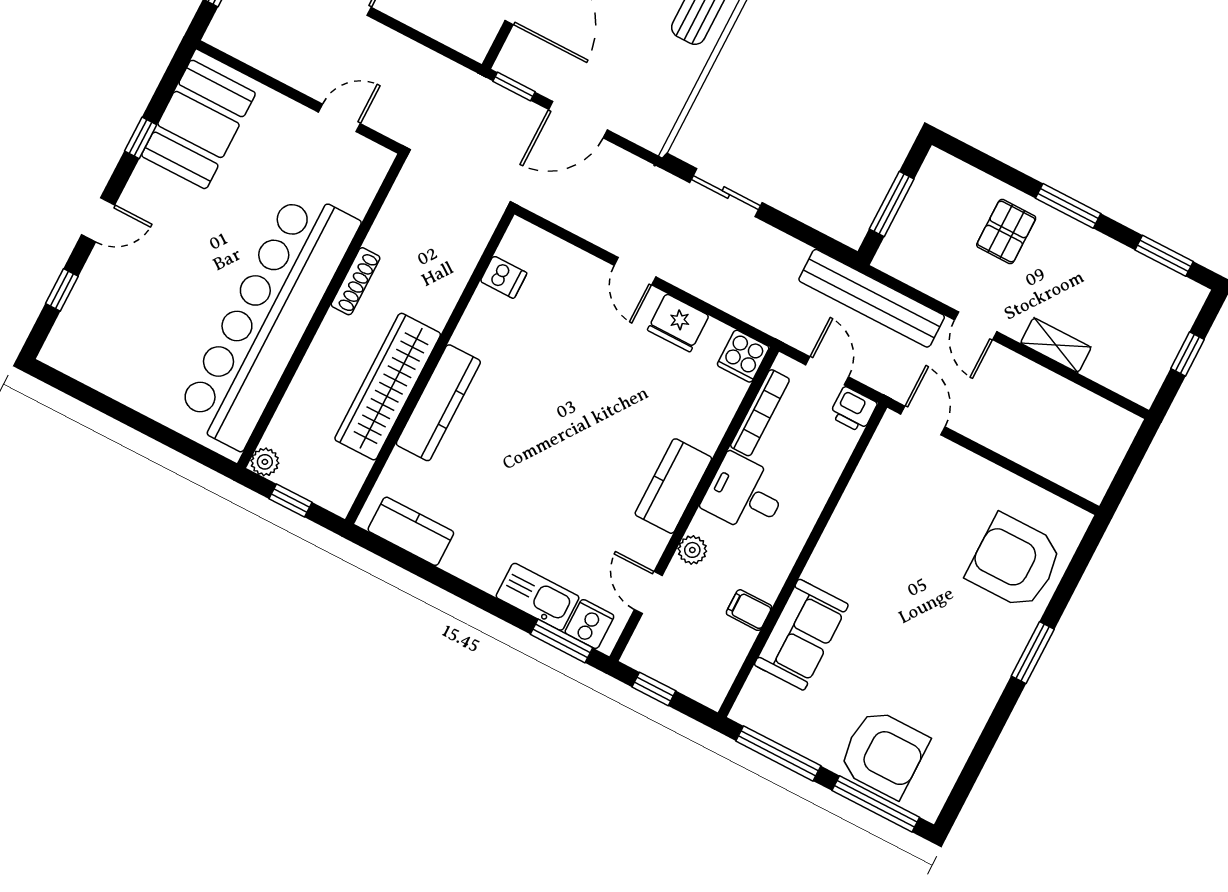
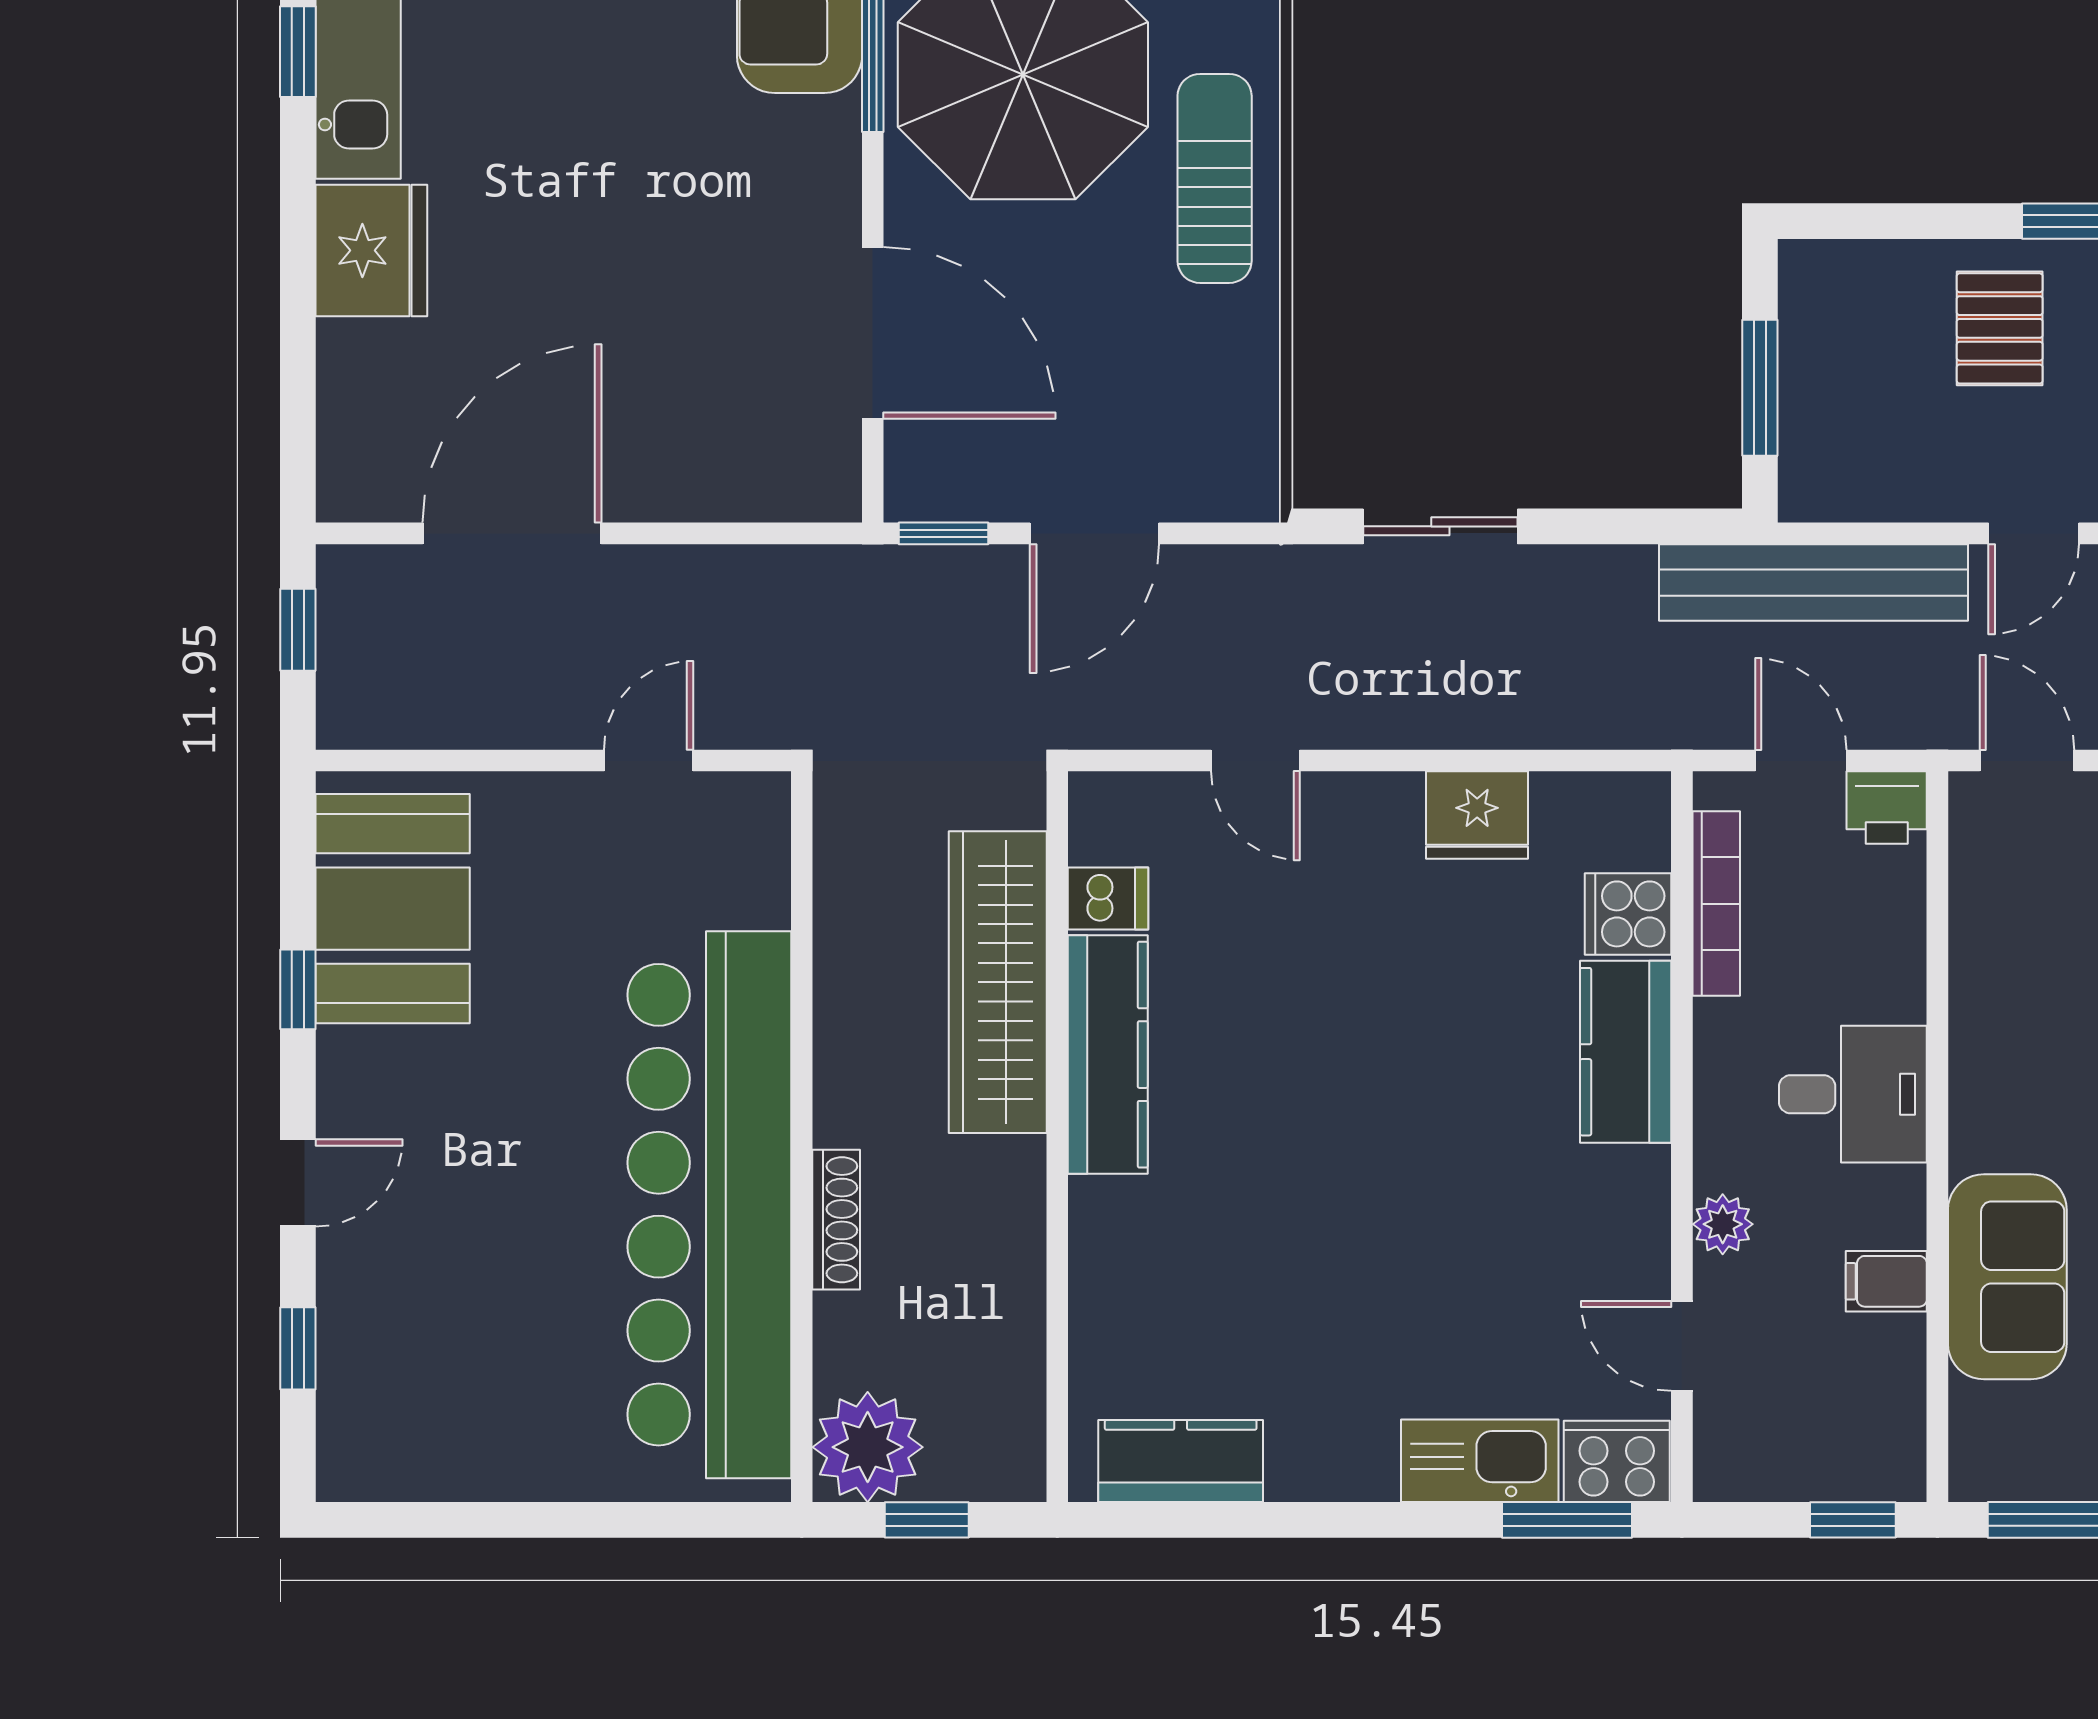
door: (635, 271) -> (1255, 761), moved
shoe rack: (355, 281) -> (836, 1220), moved
door: (976, 326) -> (2034, 533), hinge flipped
cooker: (743, 356) -> (1628, 914), moved, turned 90
wardrobe: (388, 387) -> (998, 982), moved
kitchen counter: (438, 403) -> (1108, 1055), moved
plant: (265, 462) -> (868, 1447), width x1.87, depth x1.87
kitchen counter: (673, 486) -> (1626, 1052), moved
desk: (745, 494) -> (1853, 1094), moved, turned 180
cooker: (589, 624) -> (1617, 1461), width x1.36
window: (654, 689) -> (1853, 1520), moved

